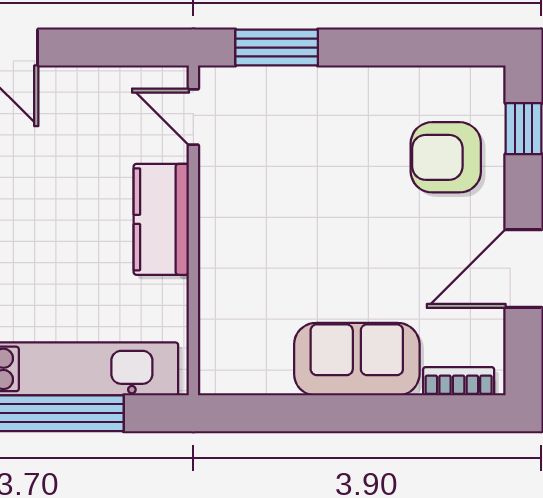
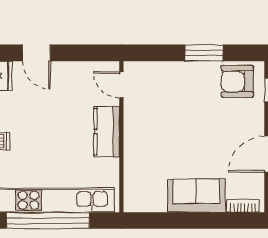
window: (277, 48) -> (204, 53), moved
armchair: (446, 157) -> (237, 81), moved

